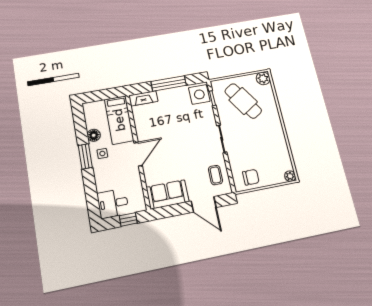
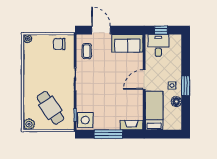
desk: (113, 203) -> (158, 45), moved, turned -90

